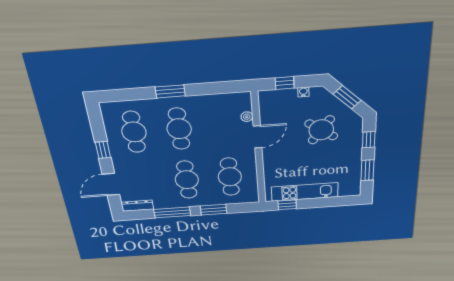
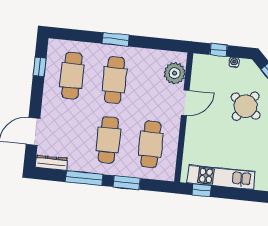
plant: (247, 117) -> (175, 73), width x1.87, depth x1.87
window: (103, 150) -> (40, 67), moved

